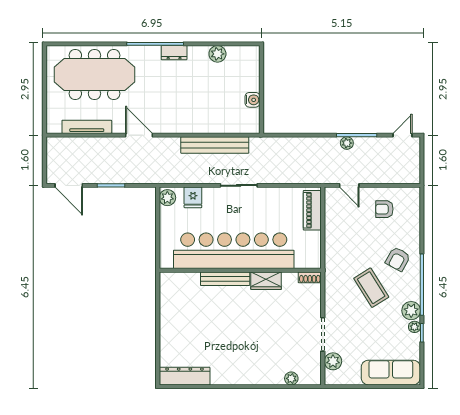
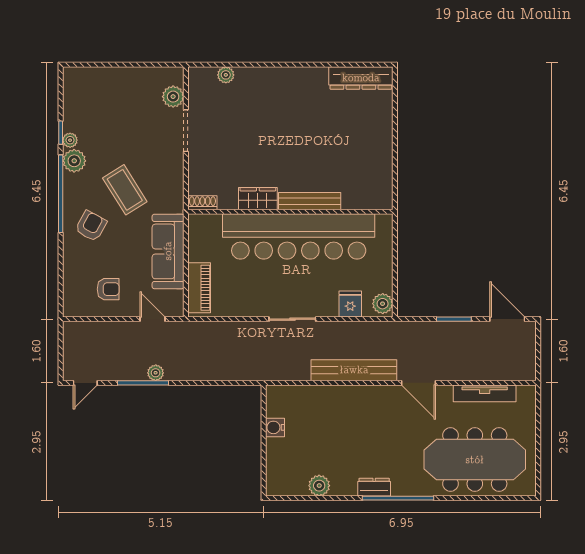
bench: (215, 145) -> (354, 370), moved
sofa: (391, 373) -> (168, 251), moved, turned 90

